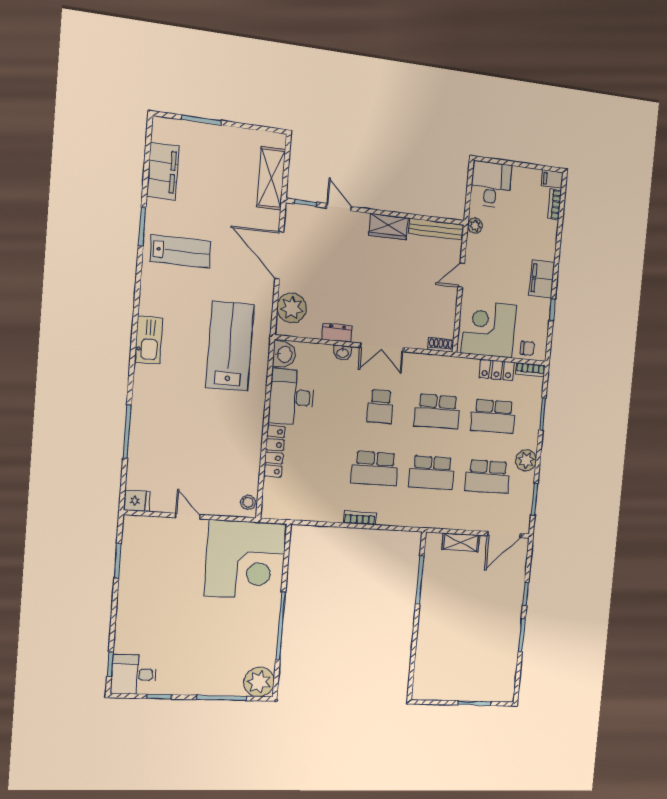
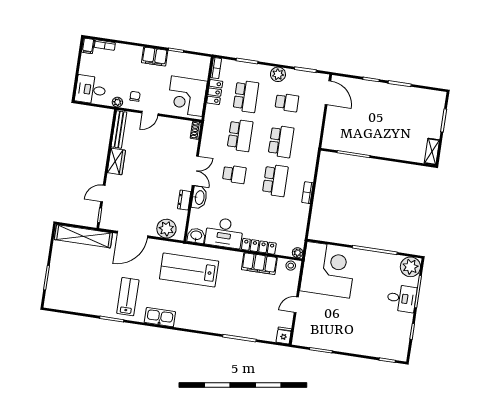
filing cabinet: (163, 171) -> (259, 264), moved, turned 180
shelving: (271, 178) -> (83, 236), width x1.47
door: (461, 275) -> (150, 113), hinge flipped
kitchen sink: (149, 340) -> (160, 317), moved
chair: (528, 348) -> (135, 96), moved
washbasin: (343, 353) -> (199, 197), width x1.91, depth x1.45
school desk: (488, 476) -> (287, 102), width x0.54
plant: (269, 511) -> (298, 253), added
shelving: (461, 542) -> (432, 152), moved
desk: (134, 674) -> (402, 298), moved, turned -90

